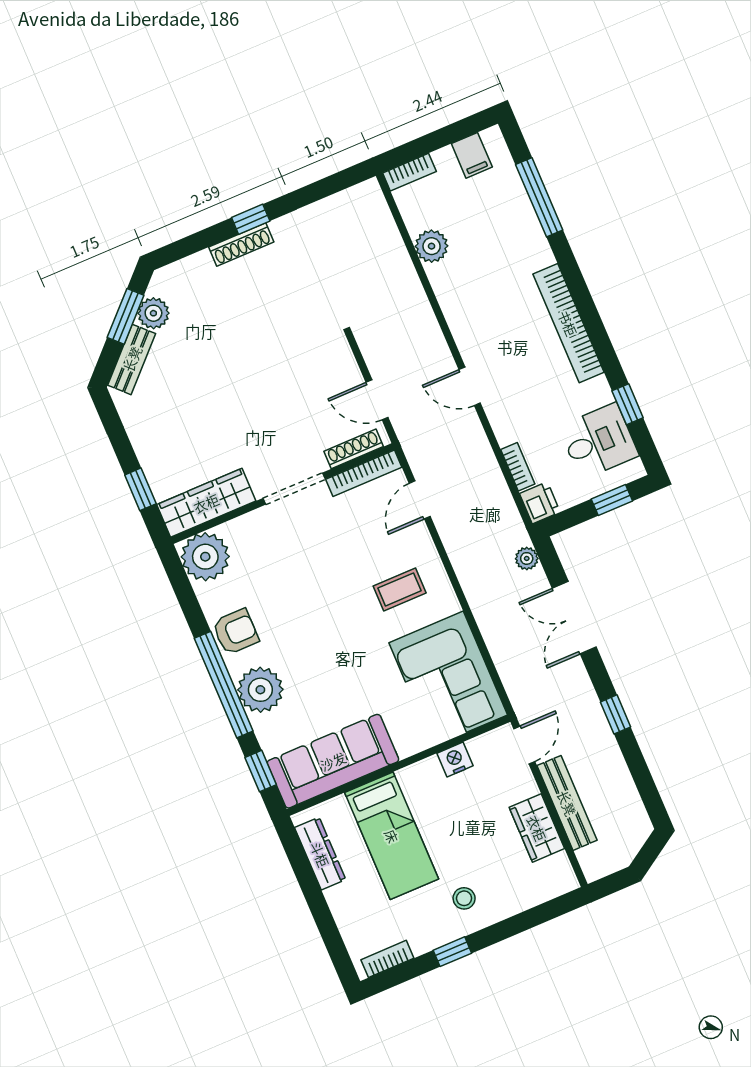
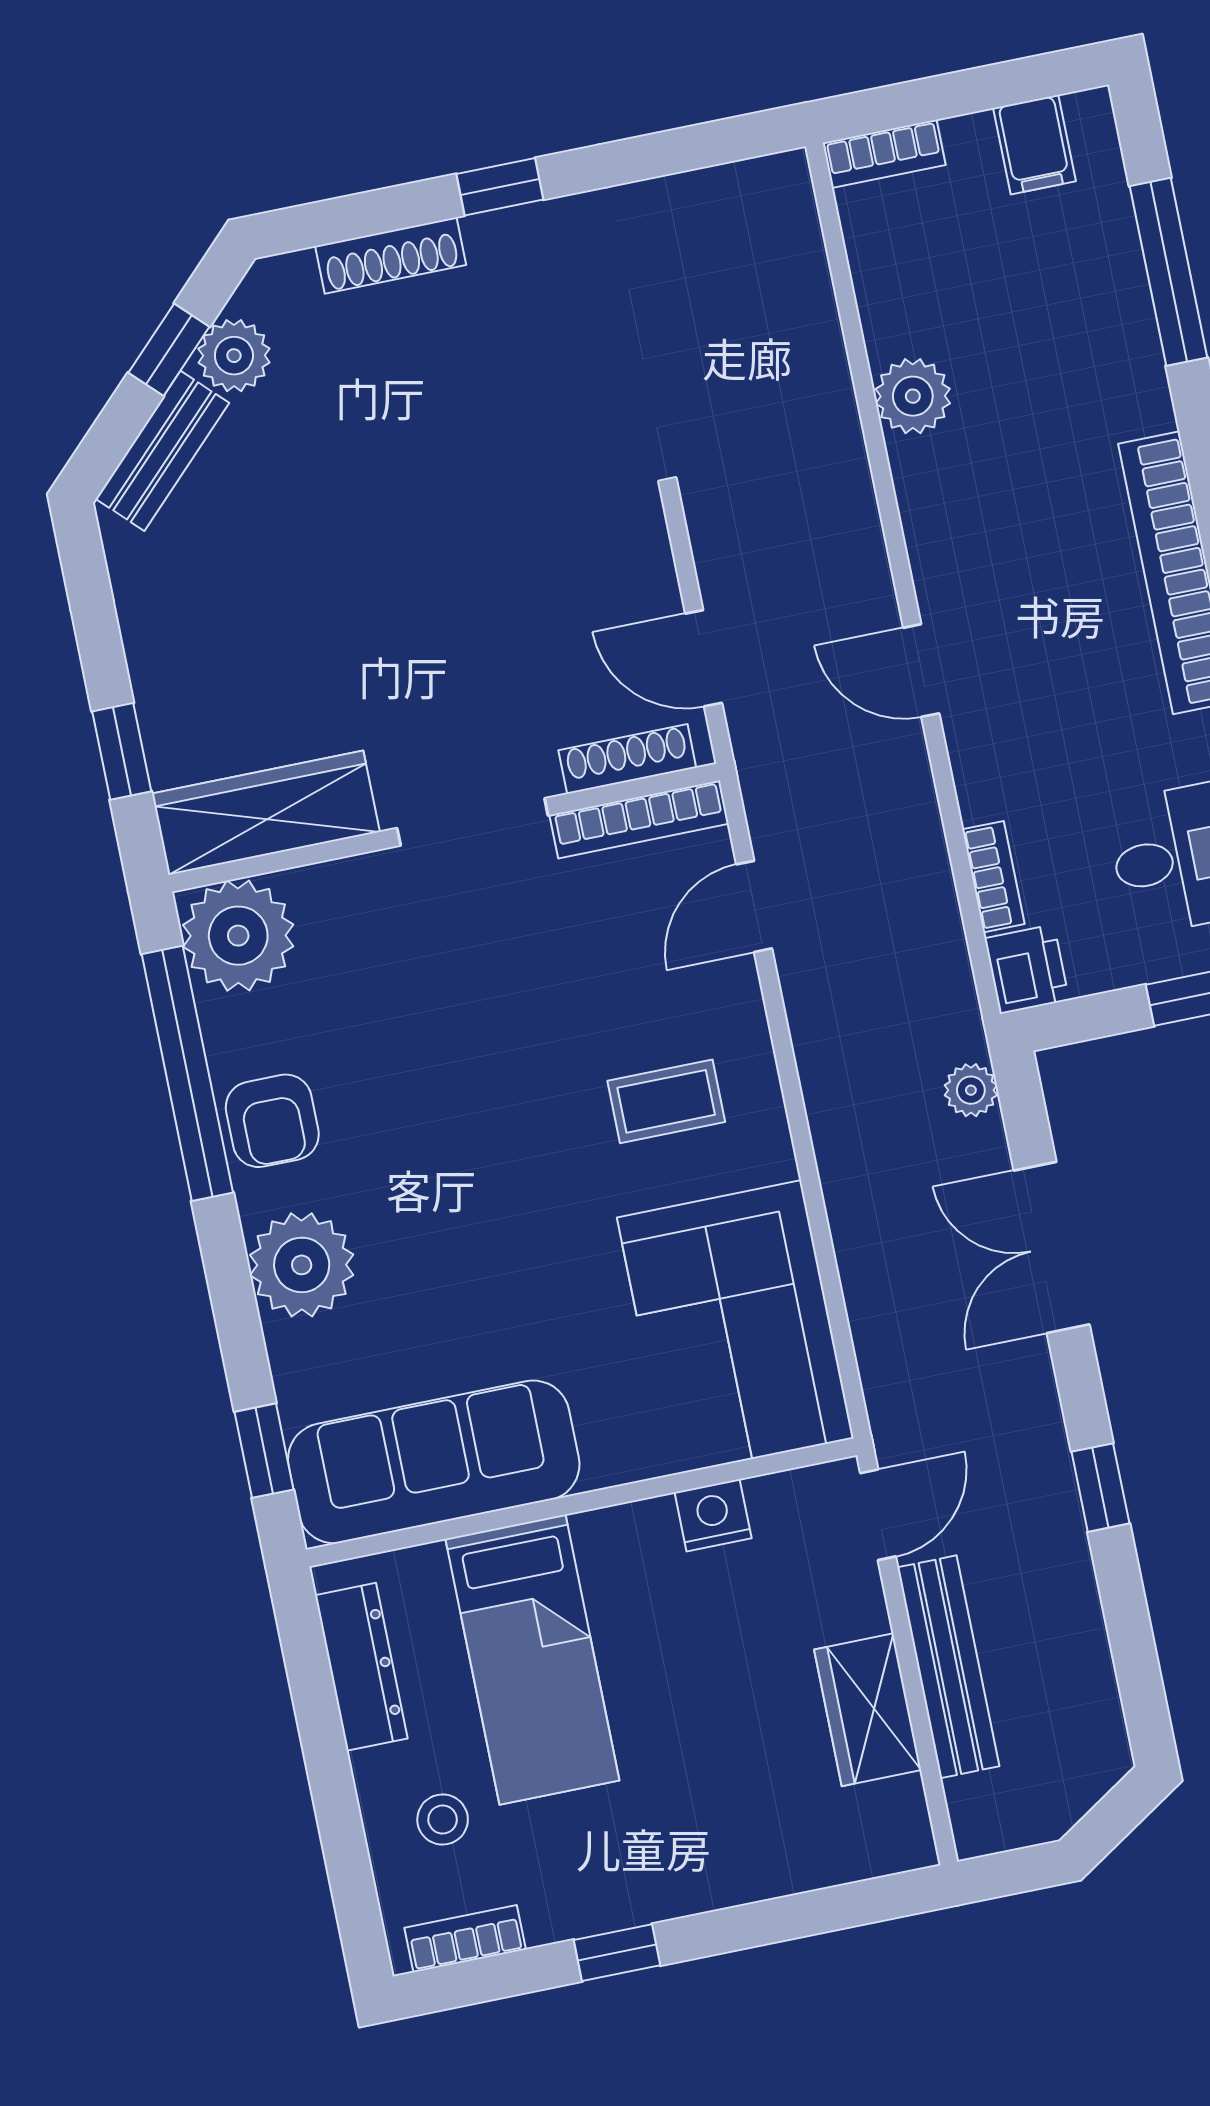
shoe rack: (241, 245) -> (391, 256), moved
plant: (432, 246) -> (913, 396), moved
window: (126, 316) -> (169, 350), width x0.67
armchair: (236, 632) -> (272, 1121), turned 90
window: (224, 685) -> (187, 1073), moved
stool: (464, 898) -> (443, 1819), moved

